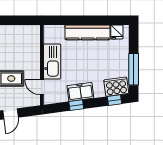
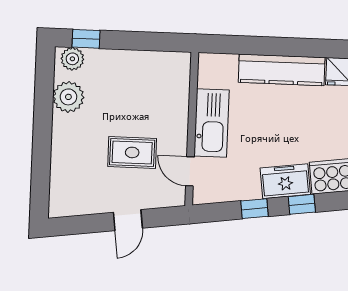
freezer: (80, 92) -> (285, 181), moved
window: (115, 100) -> (302, 204), moved

